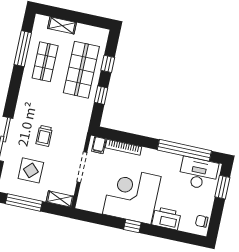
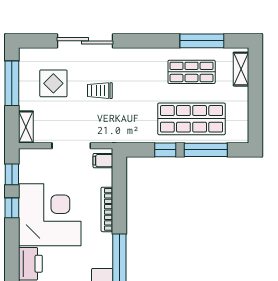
shelving: (62, 25) -> (241, 69), moved
window: (108, 64) -> (206, 150), width x2.17
bookcase: (123, 147) -> (107, 209), moved
window: (94, 218) -> (12, 174), added
window: (132, 226) -> (12, 208), moved

